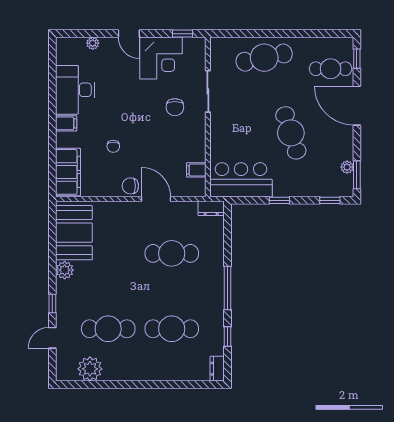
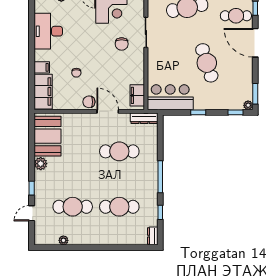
filing cabinet: (66, 123) -> (42, 67), moved
plant: (347, 167) -> (248, 105), moved
filing cabinet: (196, 170) -> (137, 95), width x2.00
dresser: (211, 208) -> (144, 118), width x1.44
plant: (90, 369) -> (63, 240), width x0.53, depth x0.53

